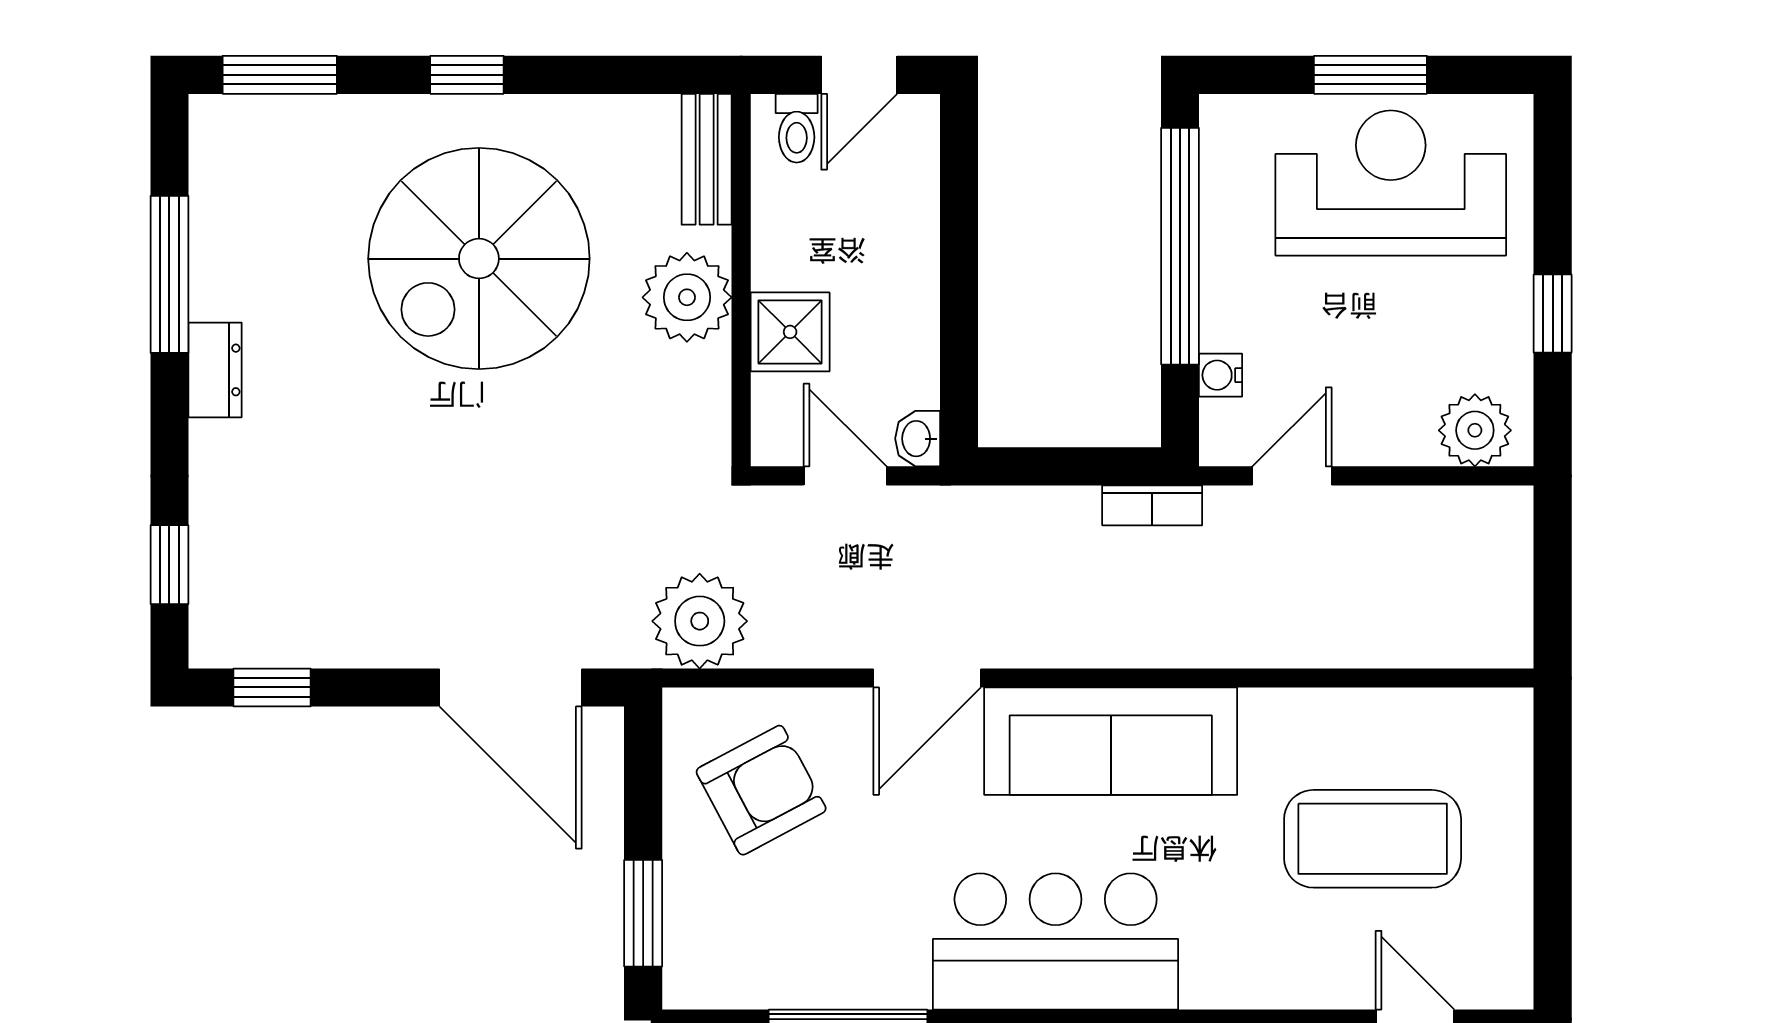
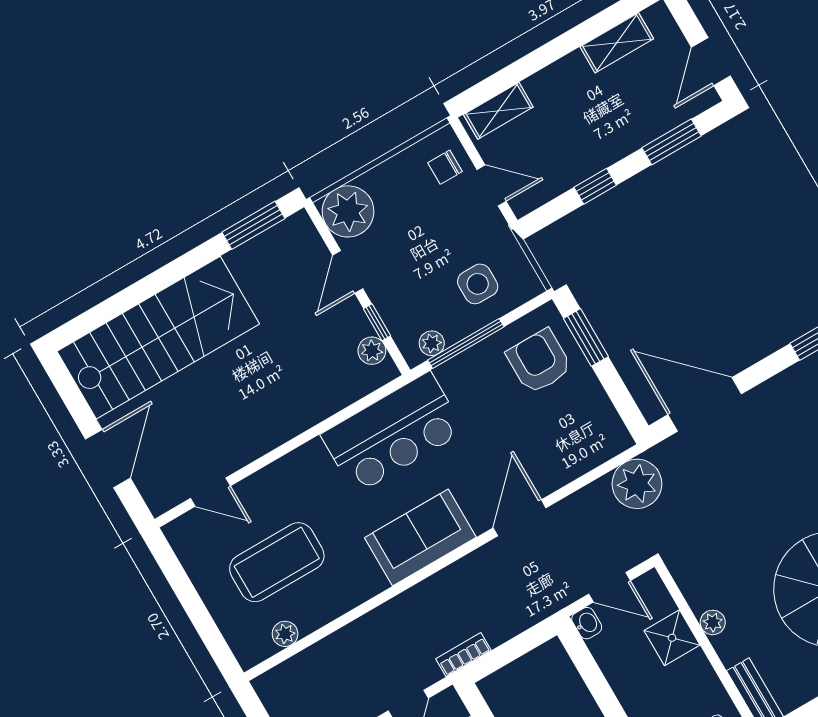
plant: (687, 297) -> (713, 622), width x0.53, depth x0.53
plant: (1428, 712) -> (285, 634), added
sofa: (1111, 741) -> (420, 537), width x0.73
armchair: (761, 790) -> (539, 361), moved, turned 118

